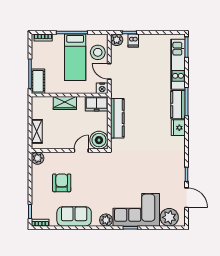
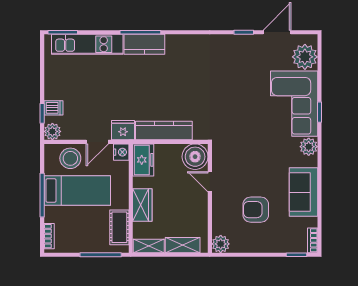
cot: (38, 81) -> (119, 227), moved, turned 90
shelving: (36, 108) -> (149, 246), added
fridge: (178, 128) -> (123, 130), moved, turned 180

